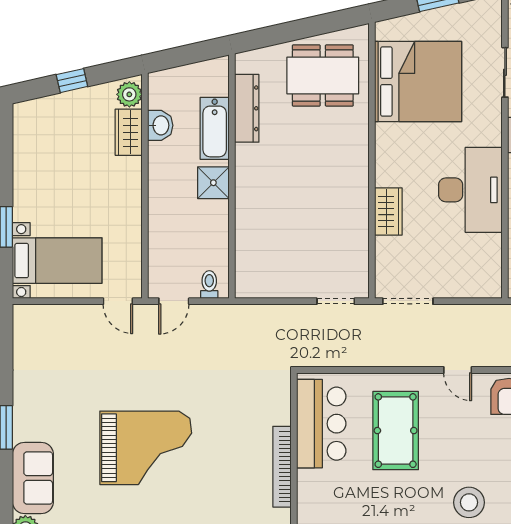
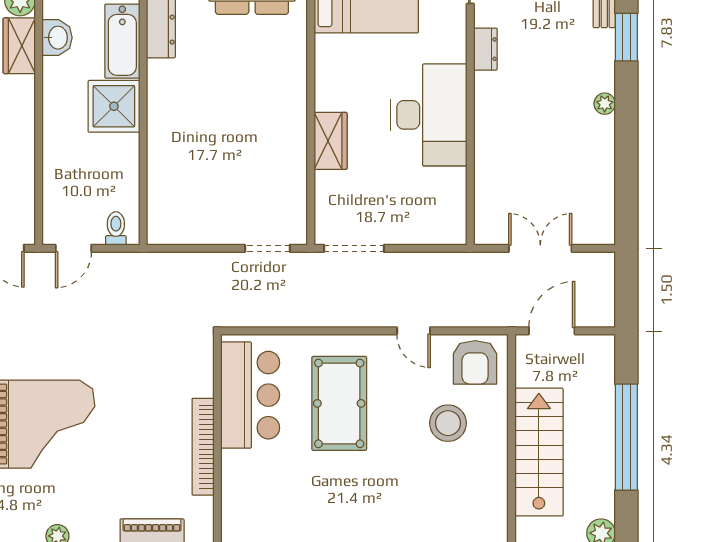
shower: (213, 183) -> (114, 106), width x1.36, depth x1.36
stool: (469, 502) -> (448, 423), moved

